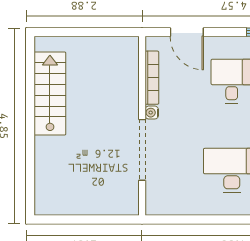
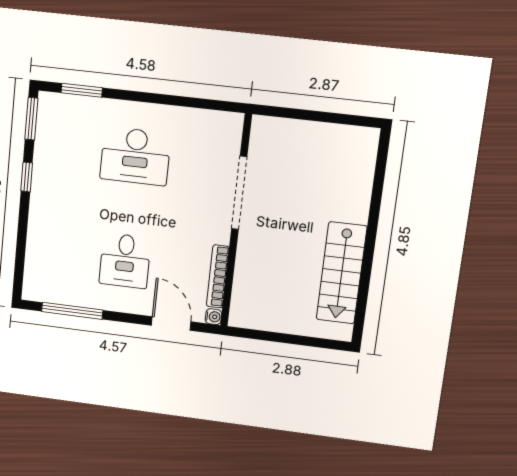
water cooler: (152, 113) -> (213, 317), moved

